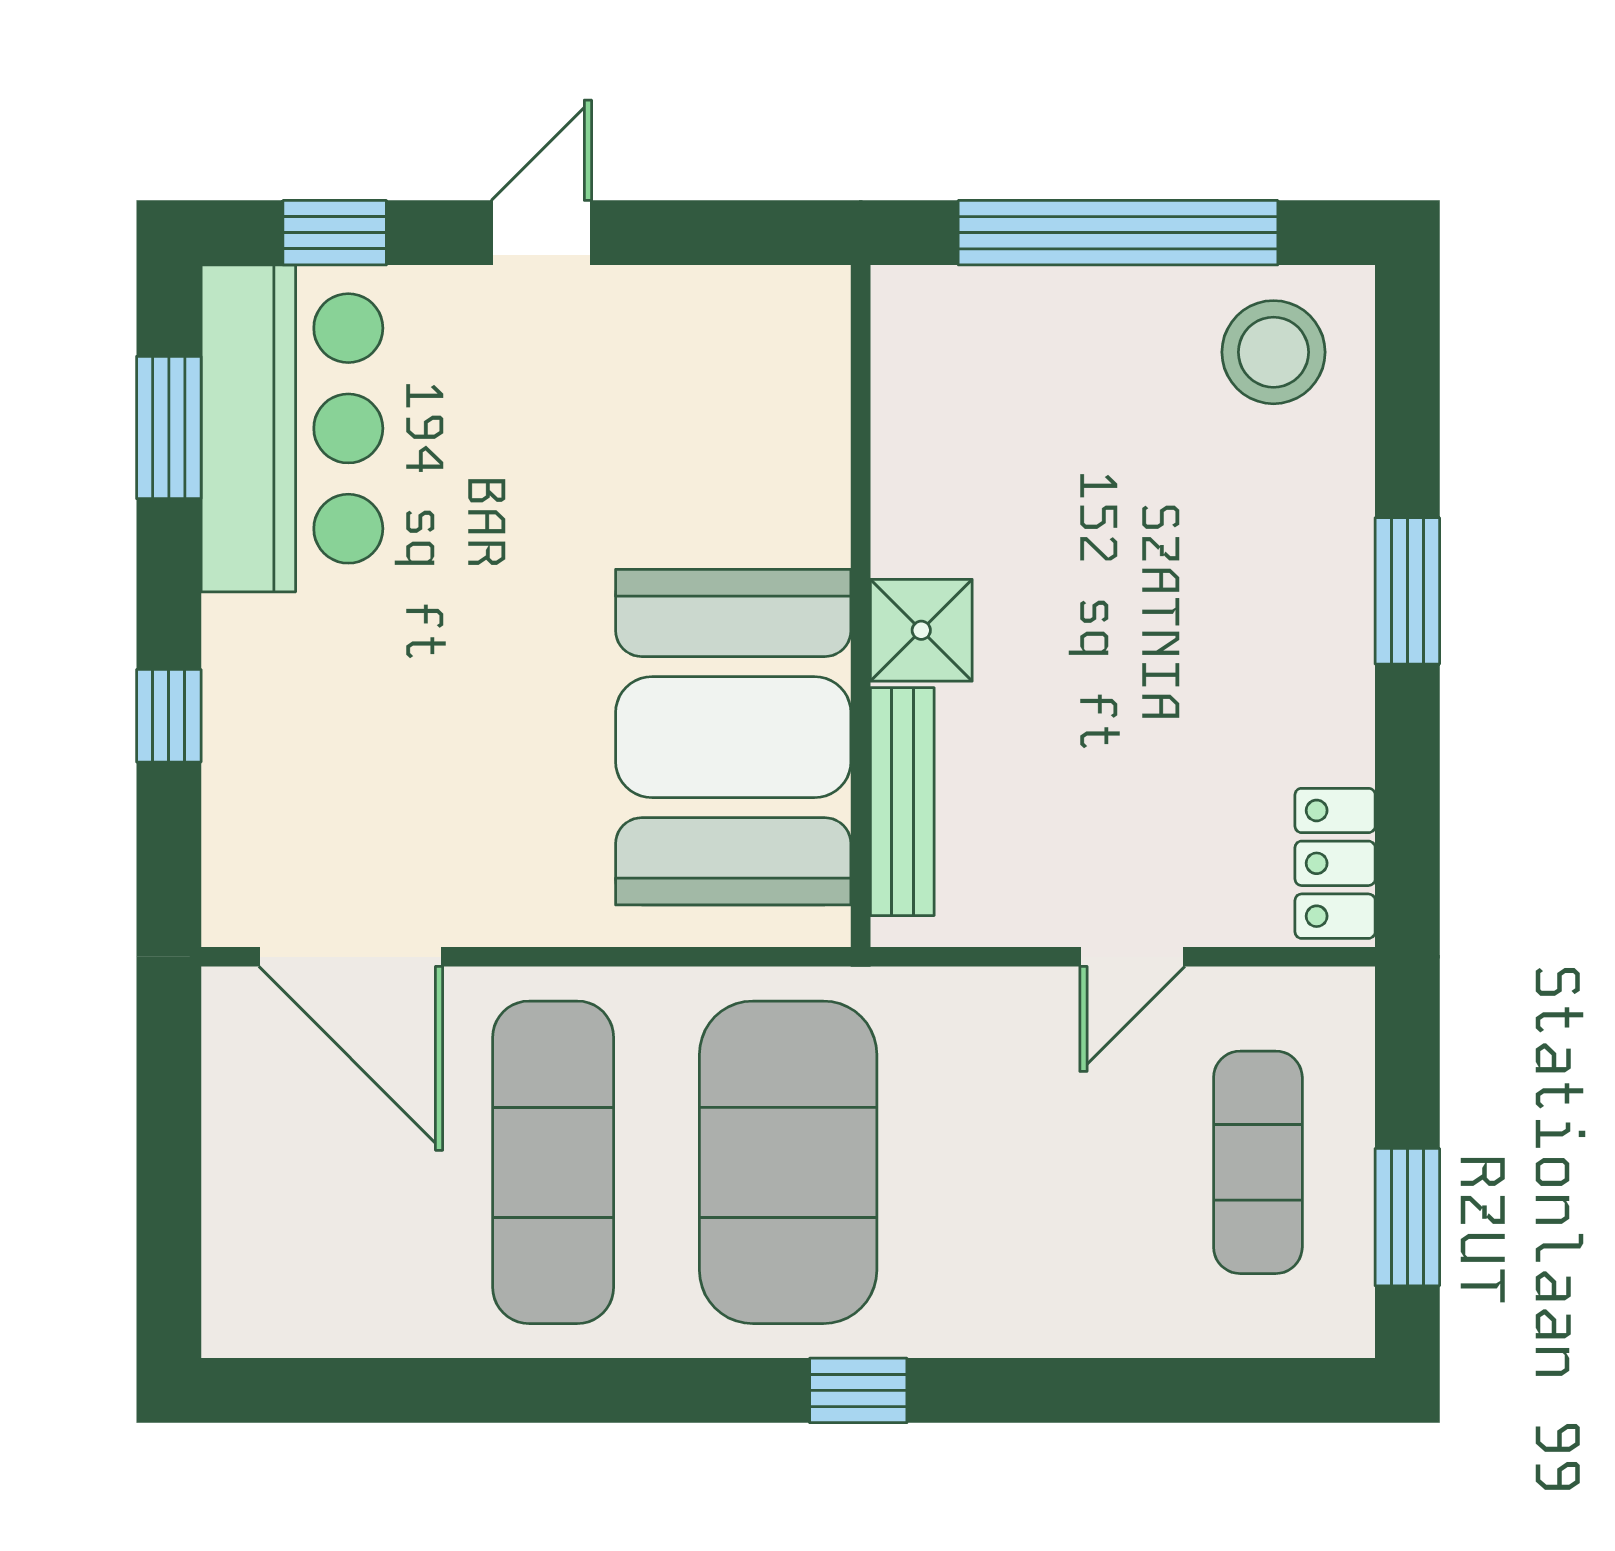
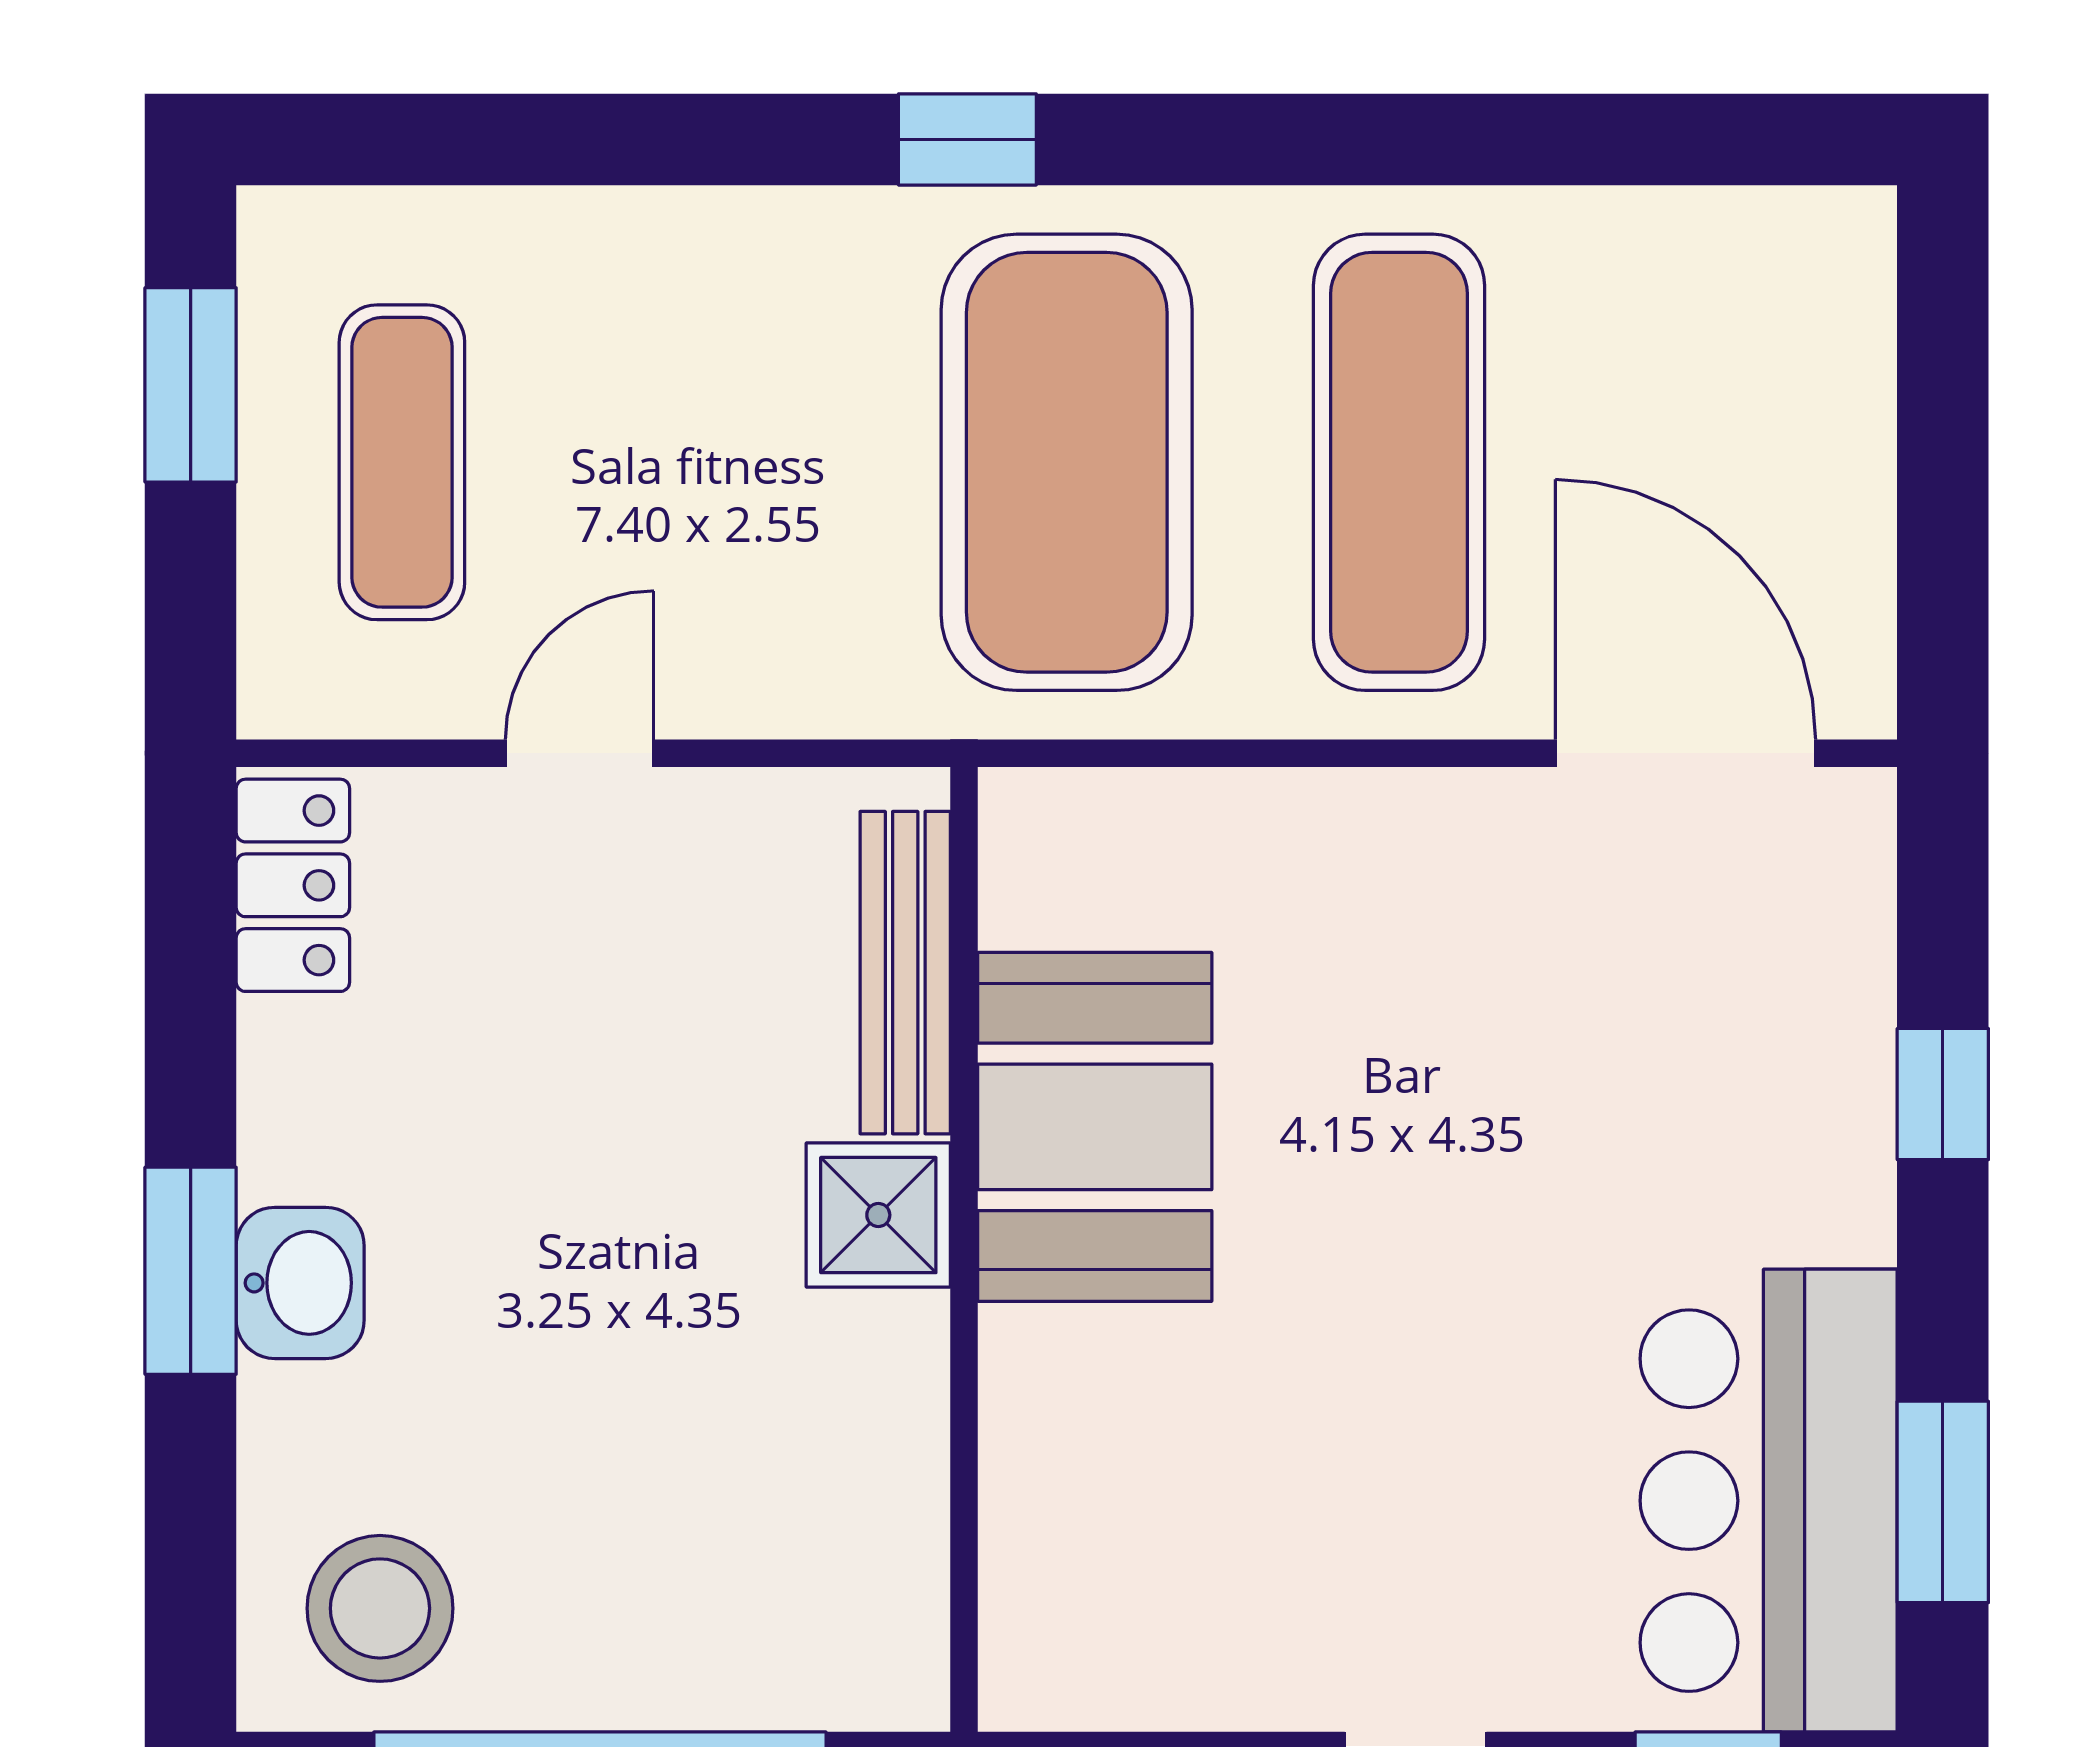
washbasin: (1330, 582) -> (300, 1283), added
booth: (733, 737) -> (1095, 1127), width x0.73, depth x0.70

